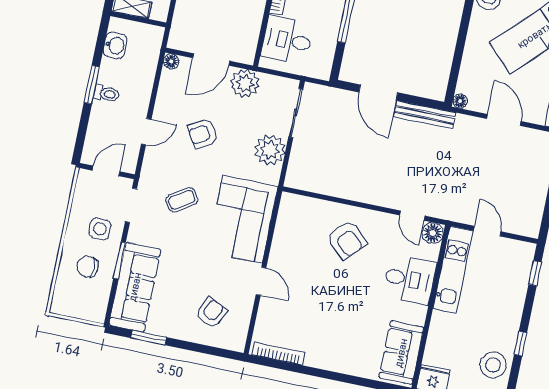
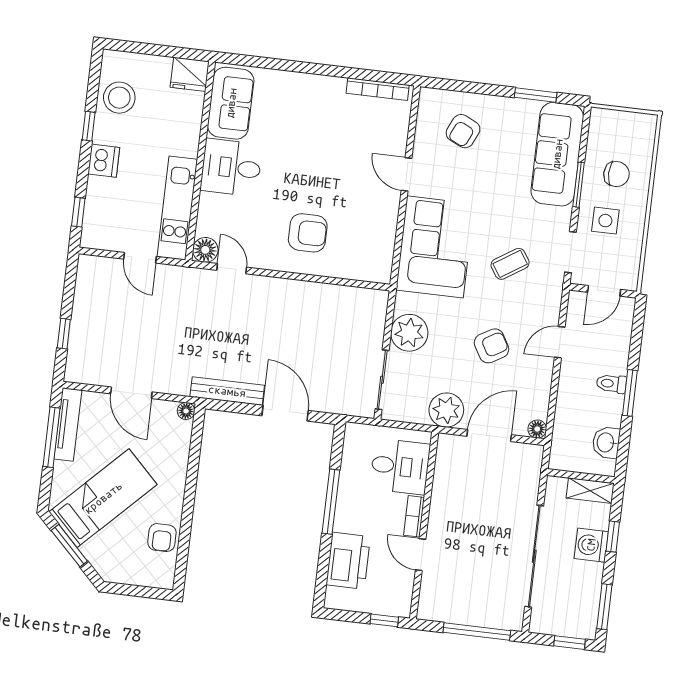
armchair: (347, 240) -> (308, 233), turned 137
desk: (410, 279) -> (231, 167), moved
dishwasher: (510, 314) -> (104, 161), added

